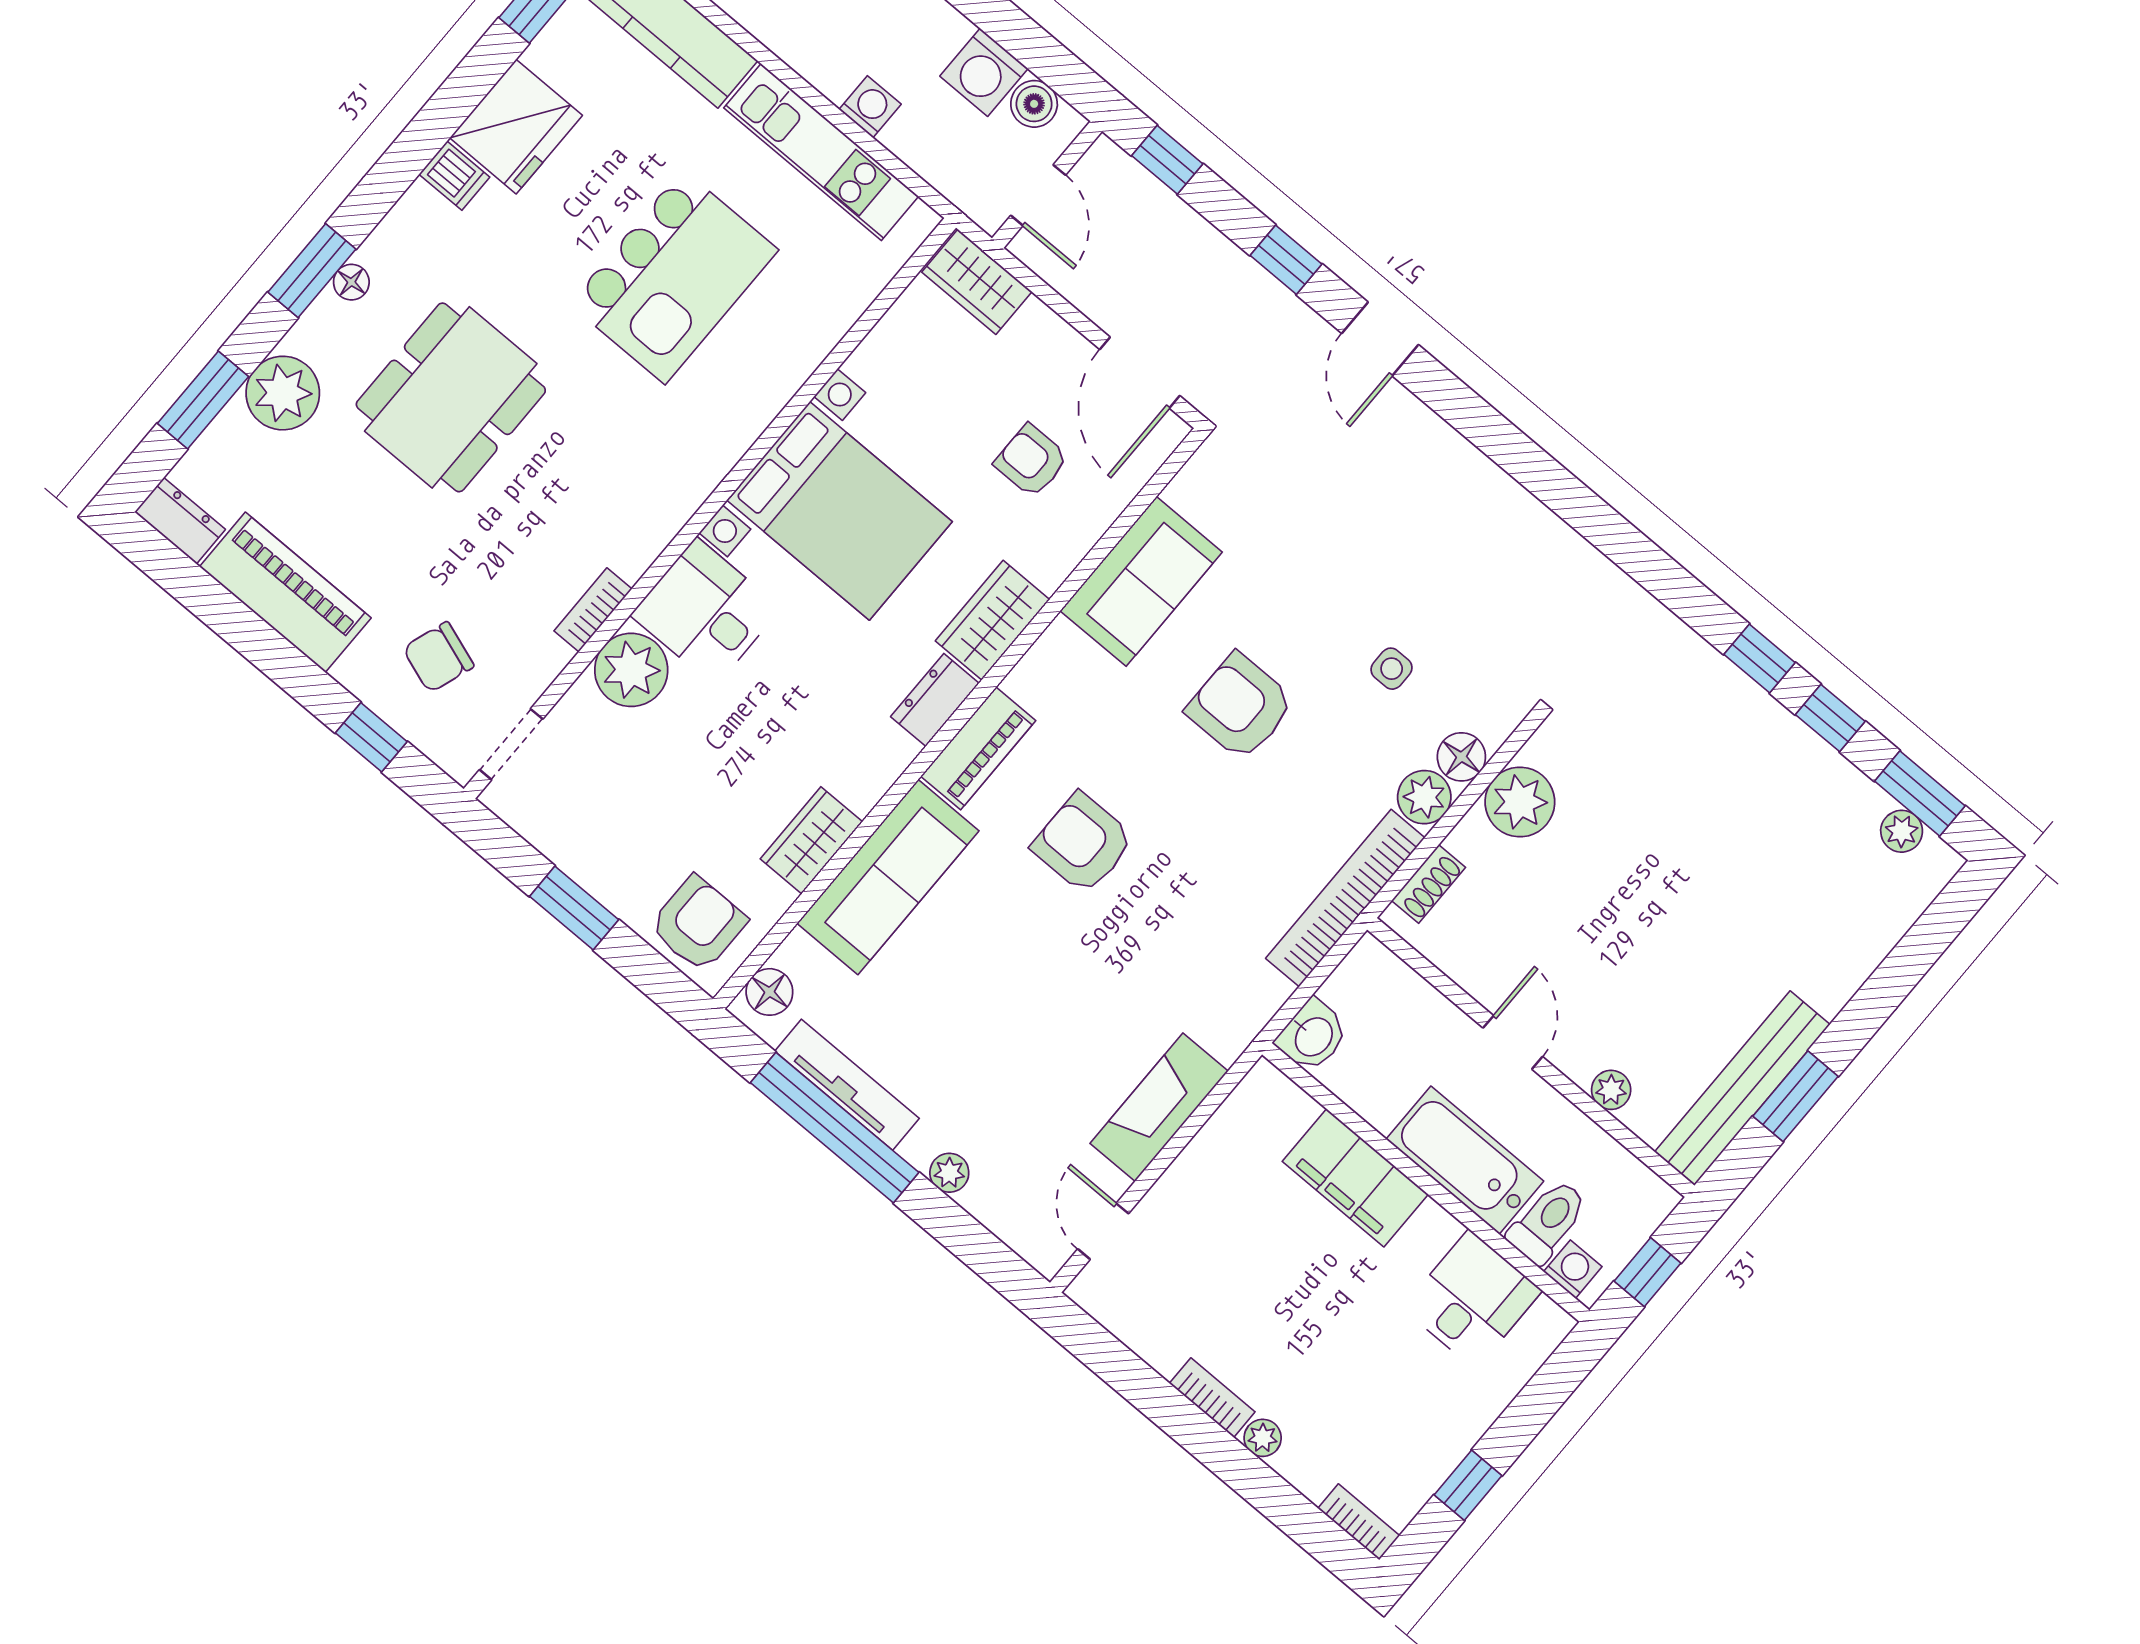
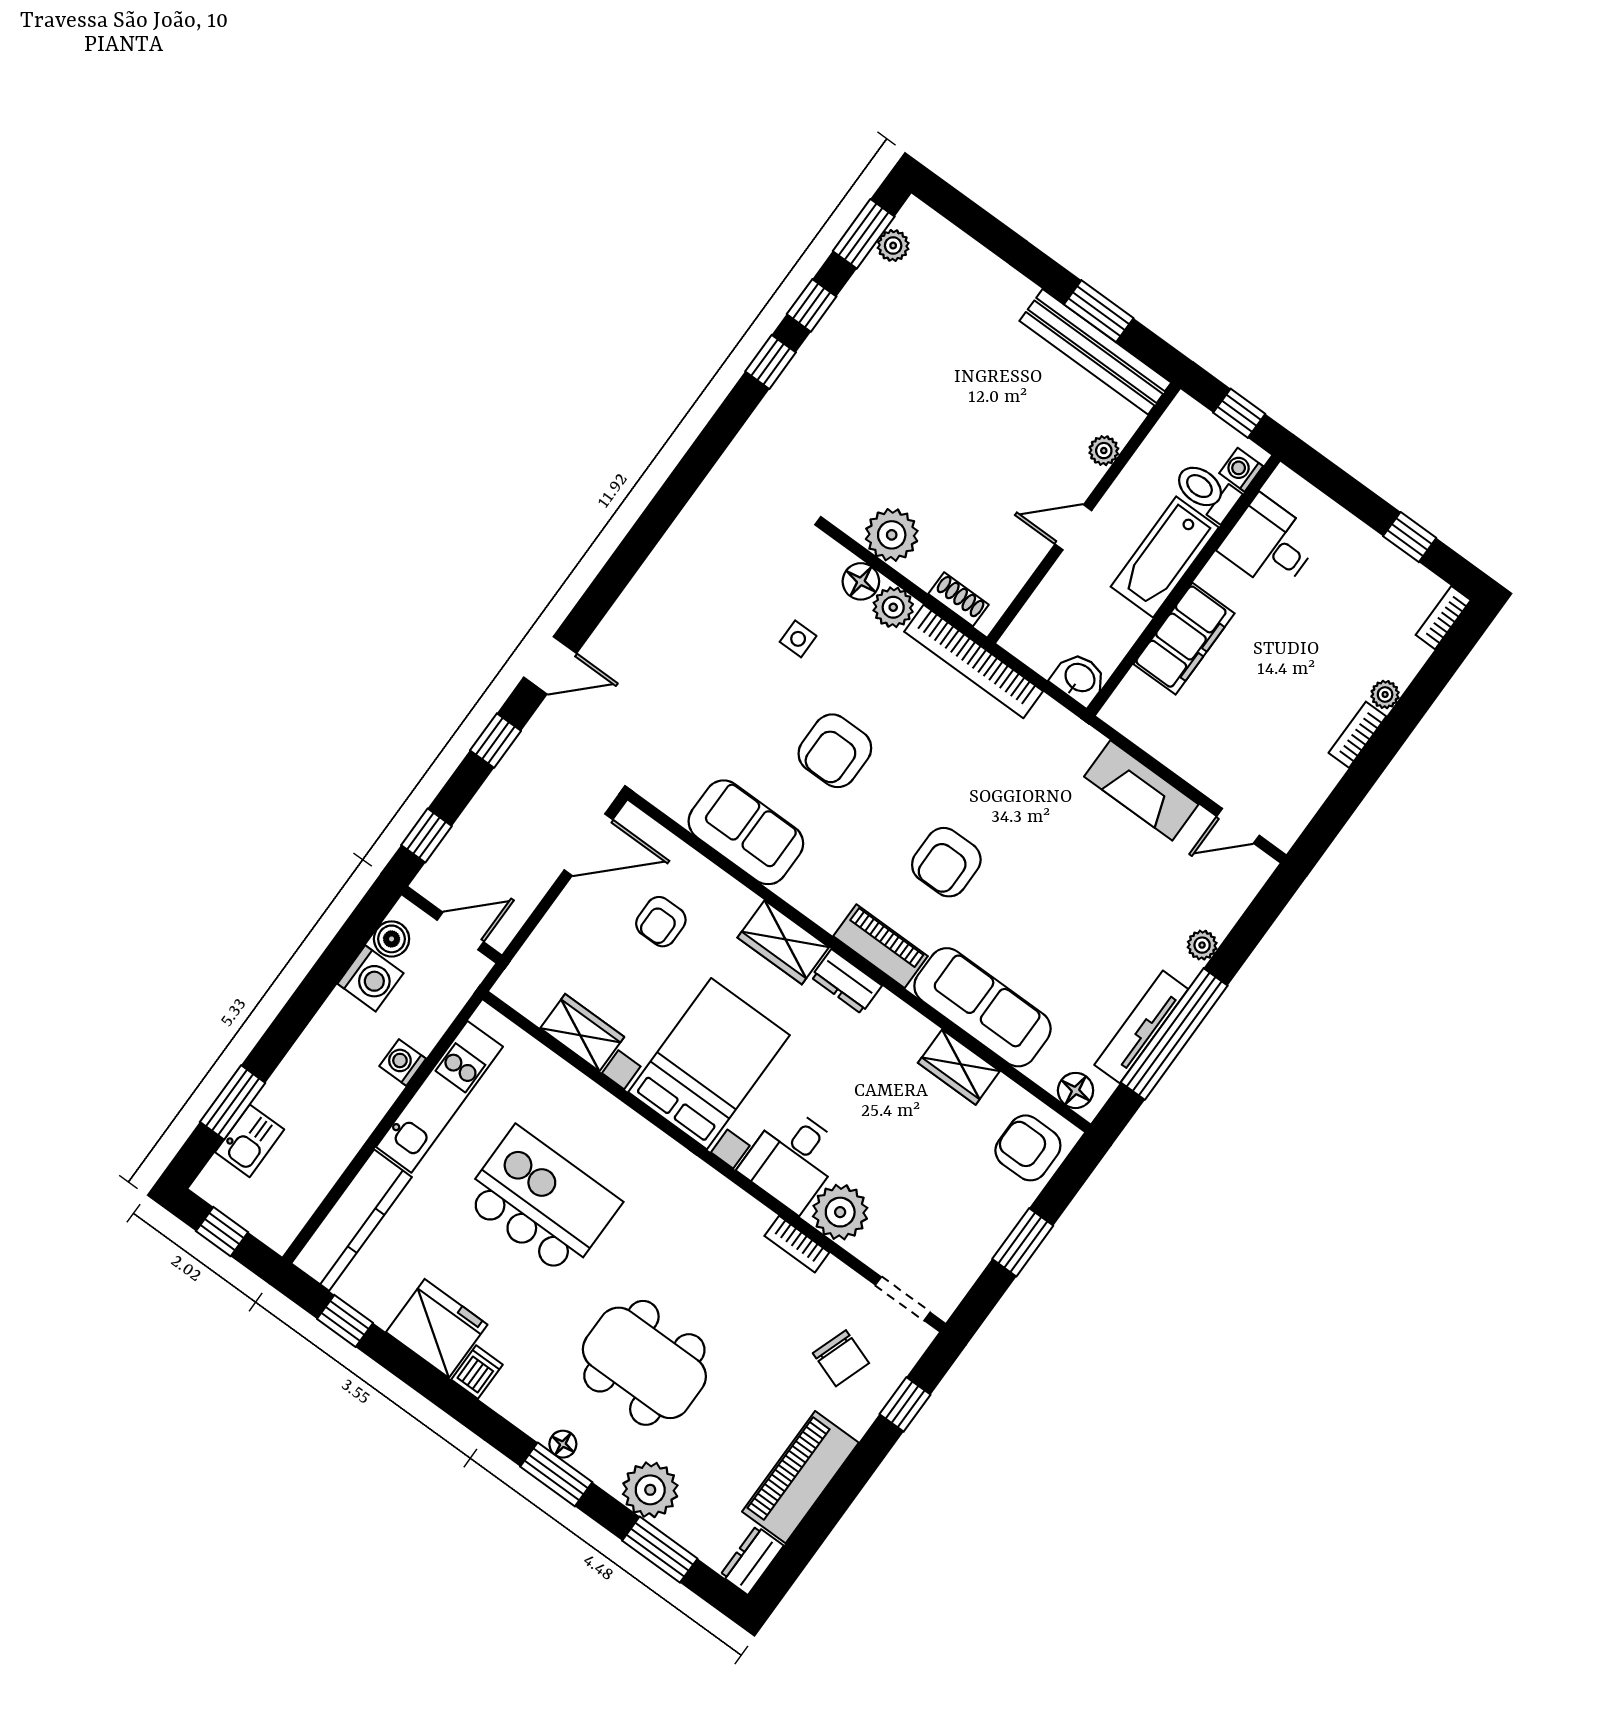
wardrobe: (977, 282) -> (582, 1033), moved, turned -90

